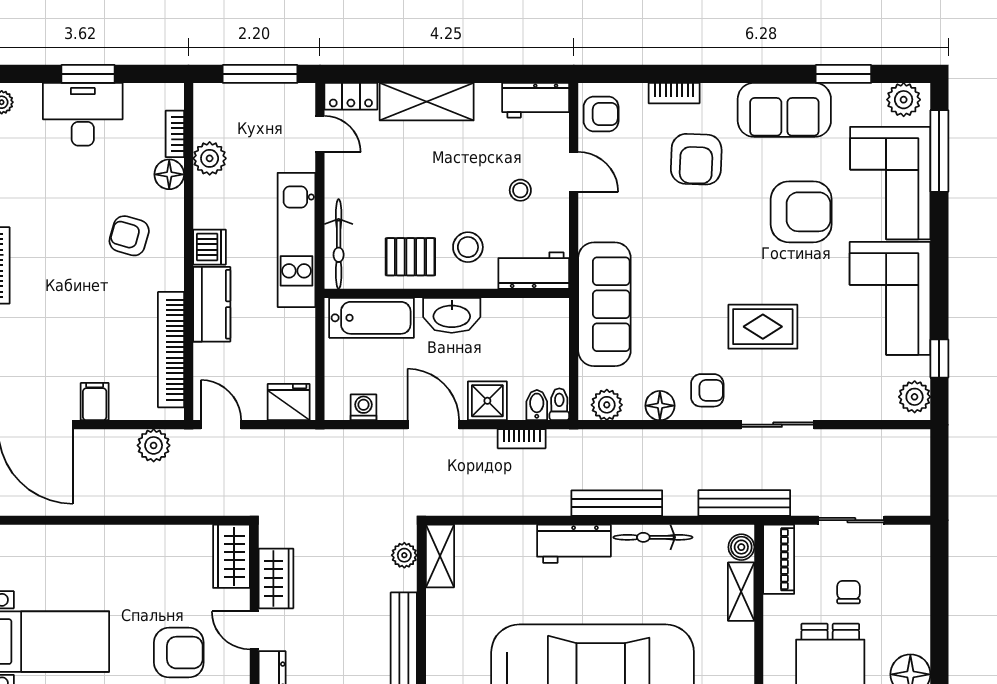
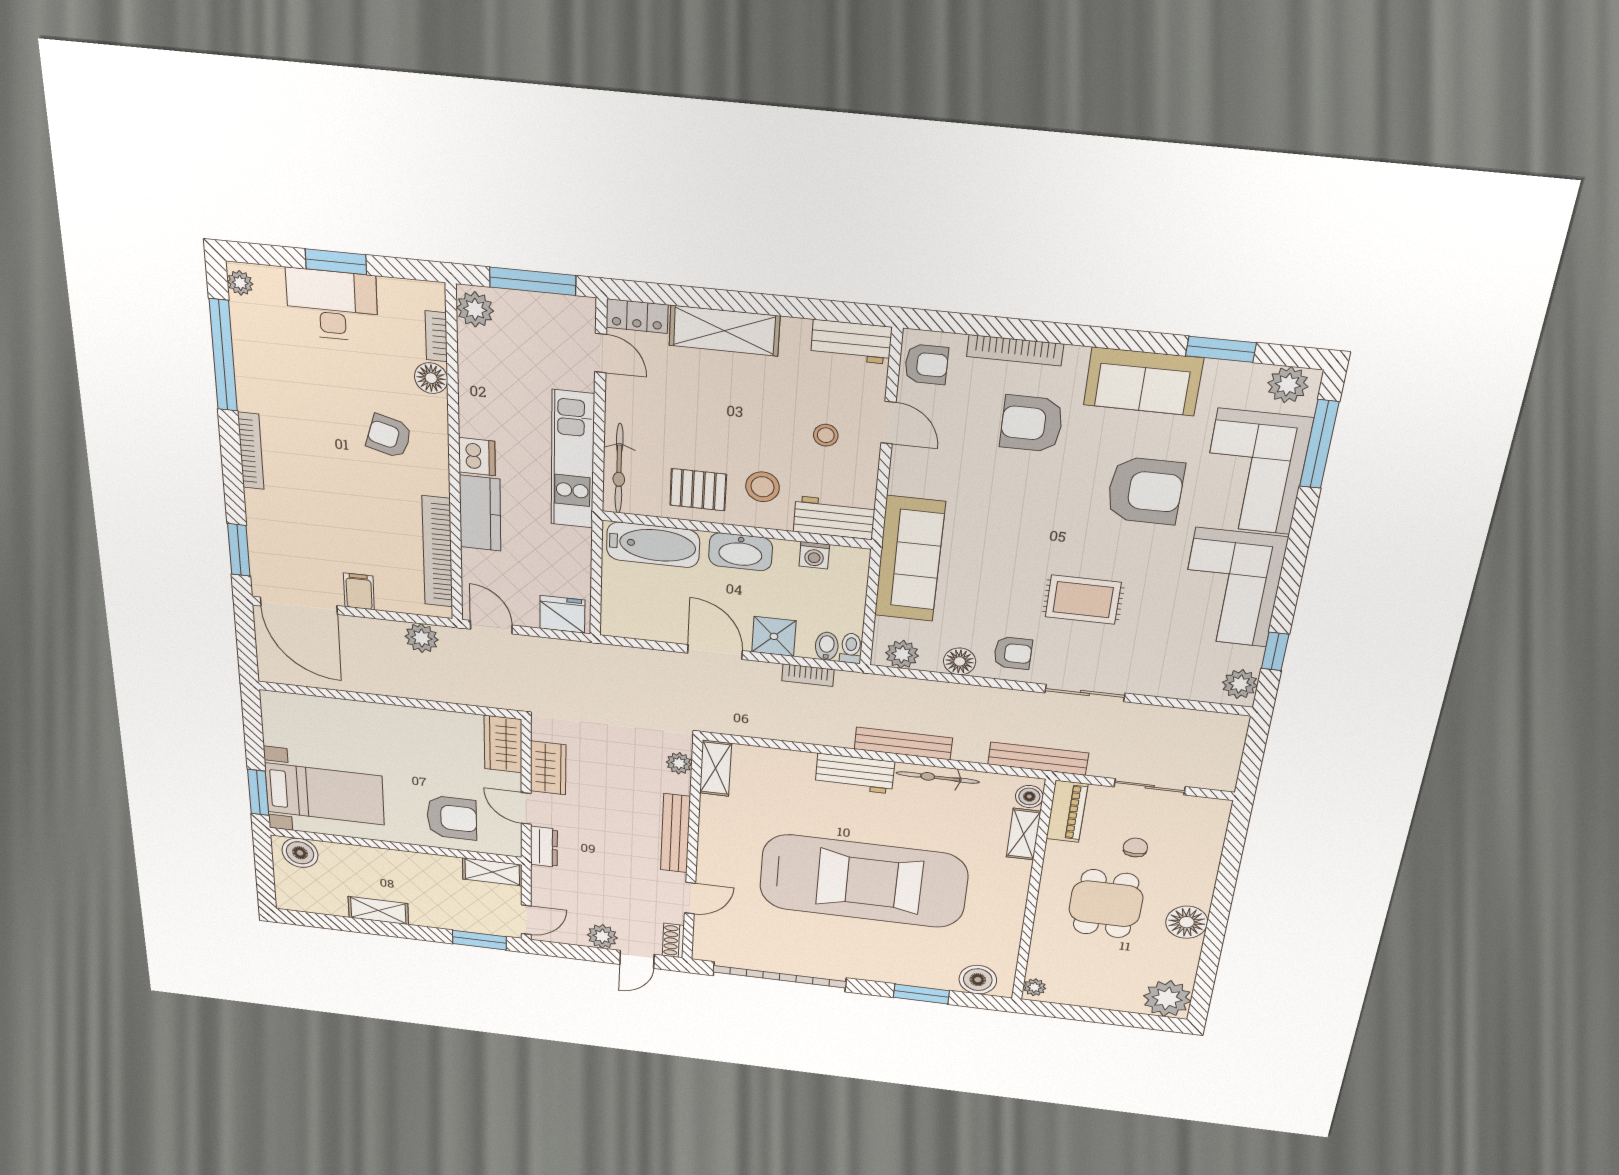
bookcase: (674, 93) -> (1015, 350), width x1.56
plant: (210, 158) -> (475, 309), moved
armchair: (696, 159) -> (1032, 424), turned 88
washing machine: (364, 407) -> (814, 555), moved, turned 180

